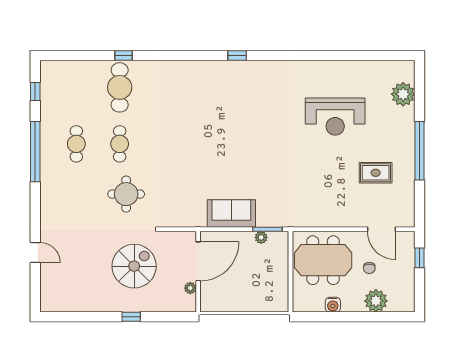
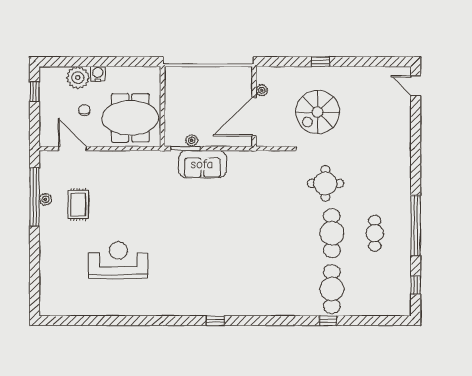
plant: (403, 94) -> (45, 199), moved, width x0.53, depth x0.53
cafe table: (120, 144) -> (332, 233), width x1.37, depth x1.35
window: (420, 151) -> (35, 197), moved
rug: (376, 173) -> (78, 205), turned 90
sofa: (231, 214) -> (202, 164), moved
door: (35, 253) -> (416, 86), moved
window: (420, 258) -> (35, 92), moved
water cooler: (333, 305) -> (98, 74), moved

